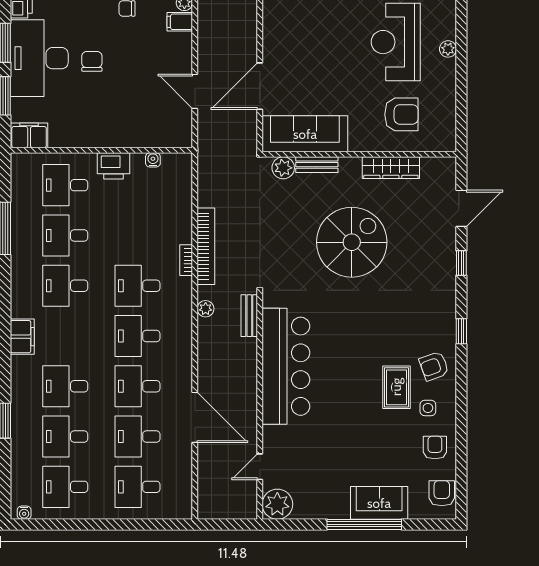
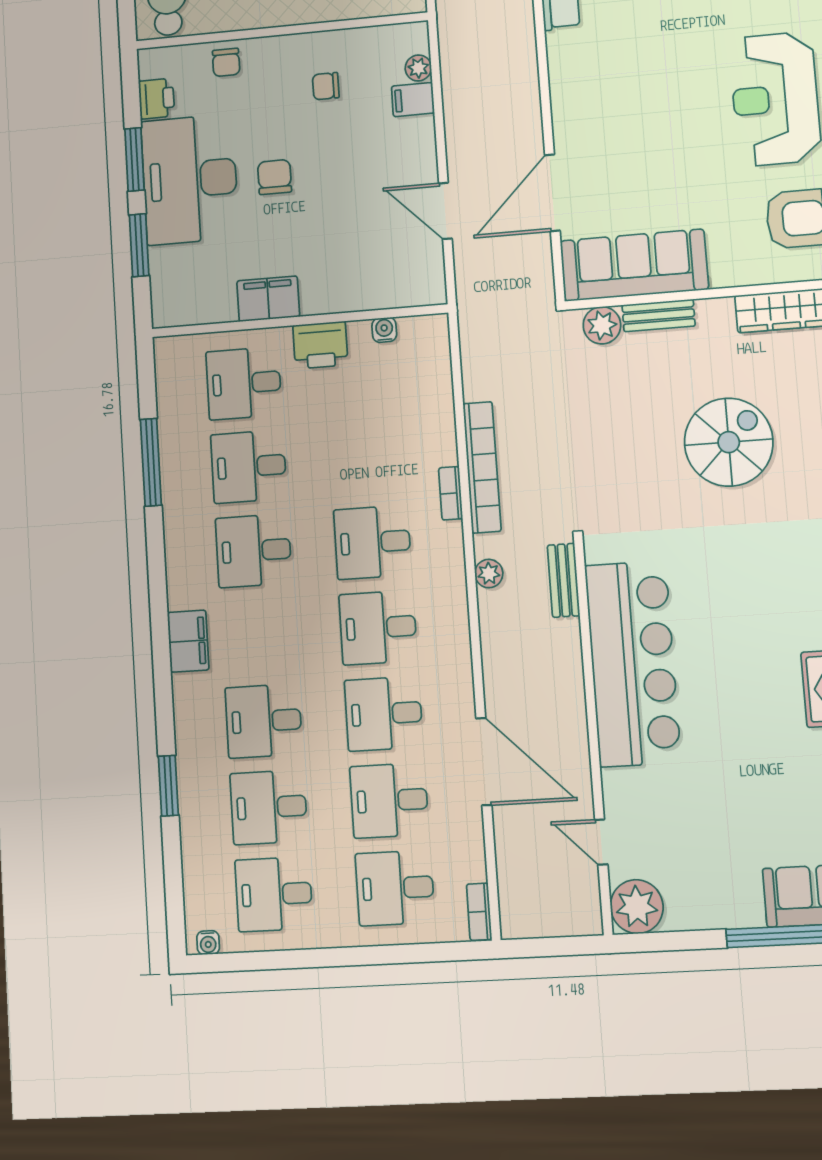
filing cabinet: (29, 135) -> (268, 299), moved
spiral stairs: (352, 242) -> (729, 442), width x0.73, depth x0.73
door: (260, 467) -> (601, 842), hinge flipped
bookcase: (186, 503) -> (479, 912), added

